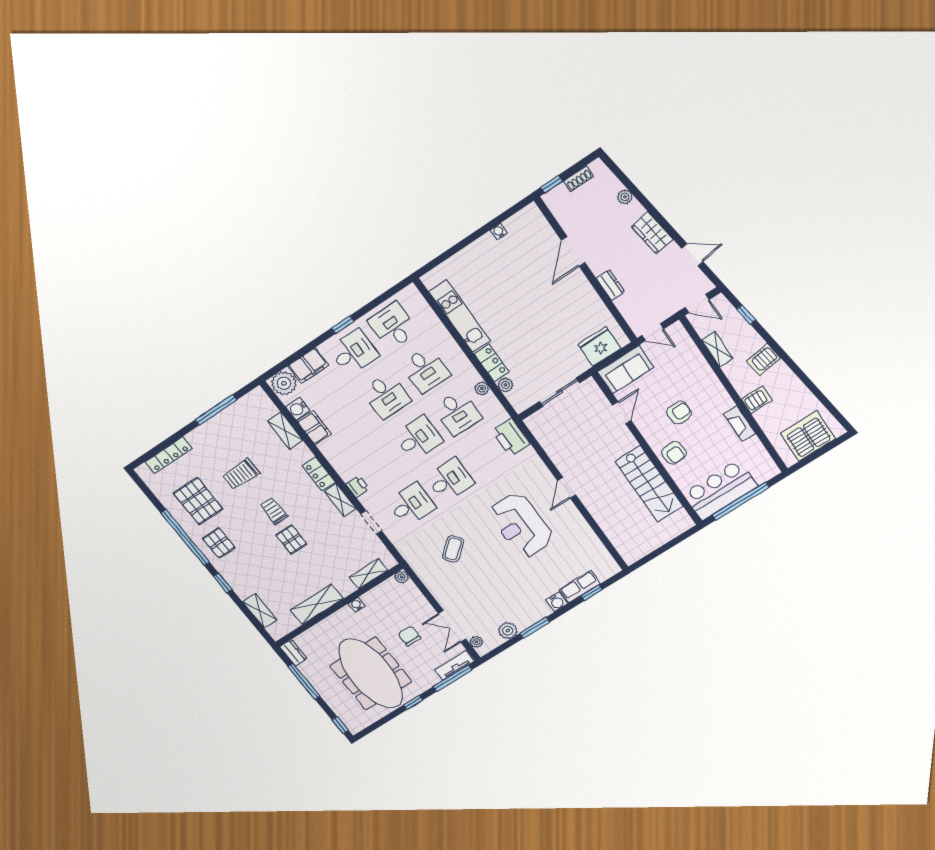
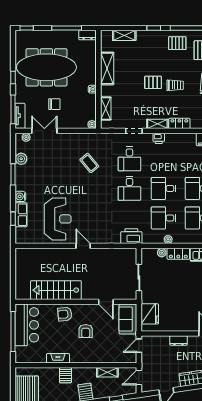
desk: (418, 438) -> (163, 188), turned 90
reception desk: (521, 525) -> (58, 219), moved, turned 90

